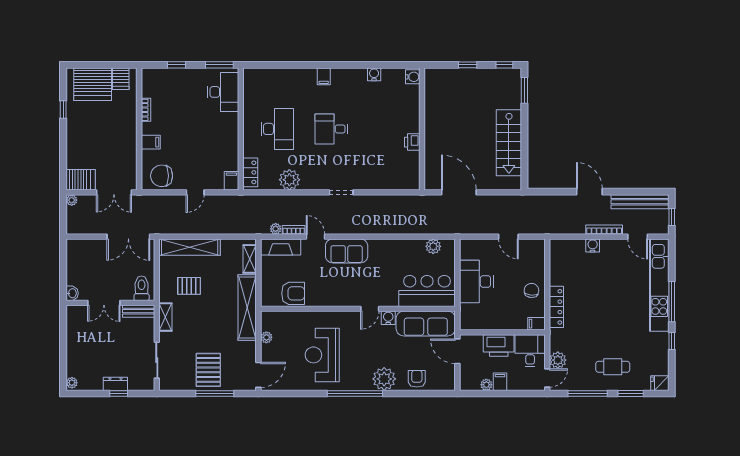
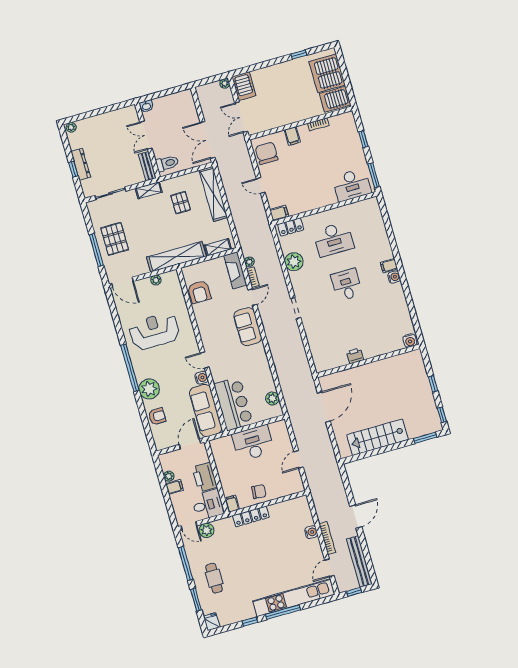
water cooler: (374, 74) -> (394, 277), moved
server rack: (121, 79) -> (335, 99), width x1.36, depth x1.44
pallet: (208, 370) -> (115, 239), turned 90
dresser: (115, 384) -> (81, 164), width x1.44

